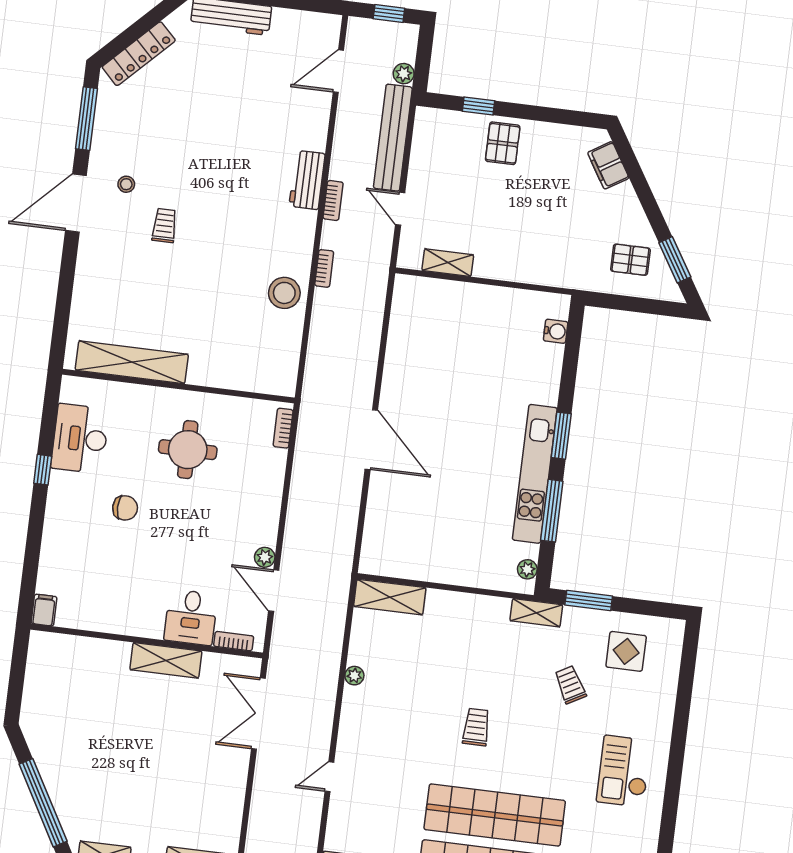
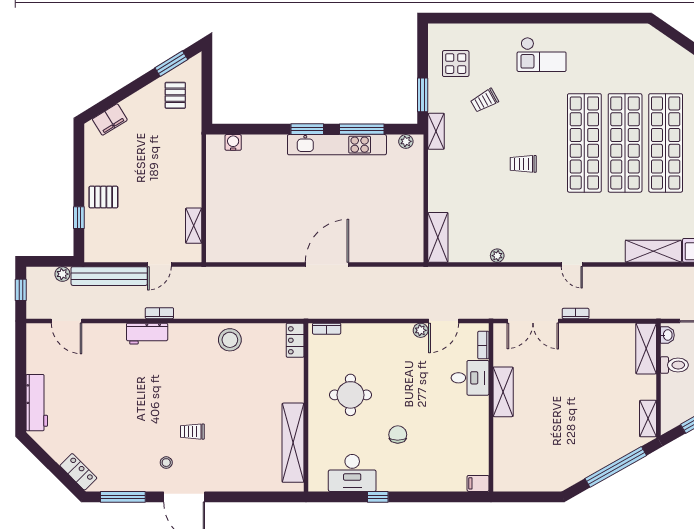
locker: (139, 54) -> (78, 472), width x0.66
bookcase: (324, 268) -> (576, 313), moved
locker: (273, 383) -> (295, 340), added

